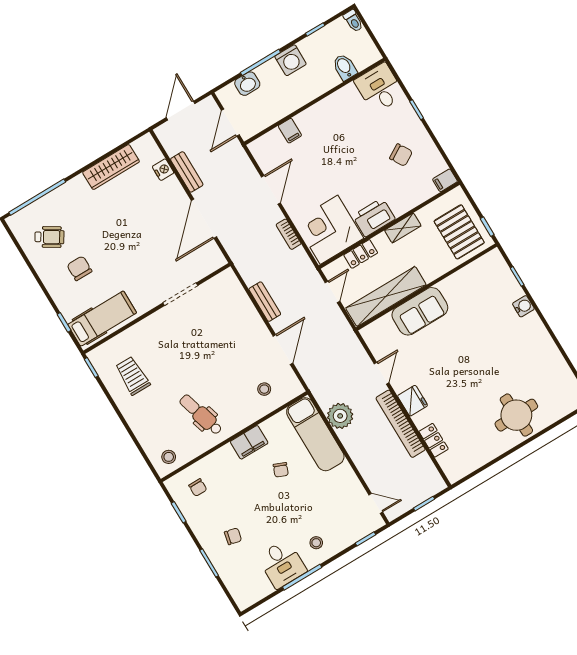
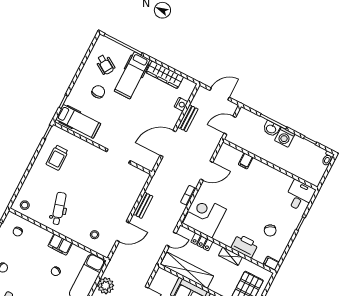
bidet: (345, 67) -> (299, 169), removed
washbasin: (247, 84) -> (271, 129), moved
hospital bed: (85, 210) -> (132, 75), added
printer: (374, 217) -> (245, 246), moved
trolley: (133, 376) -> (57, 158), turned 180

